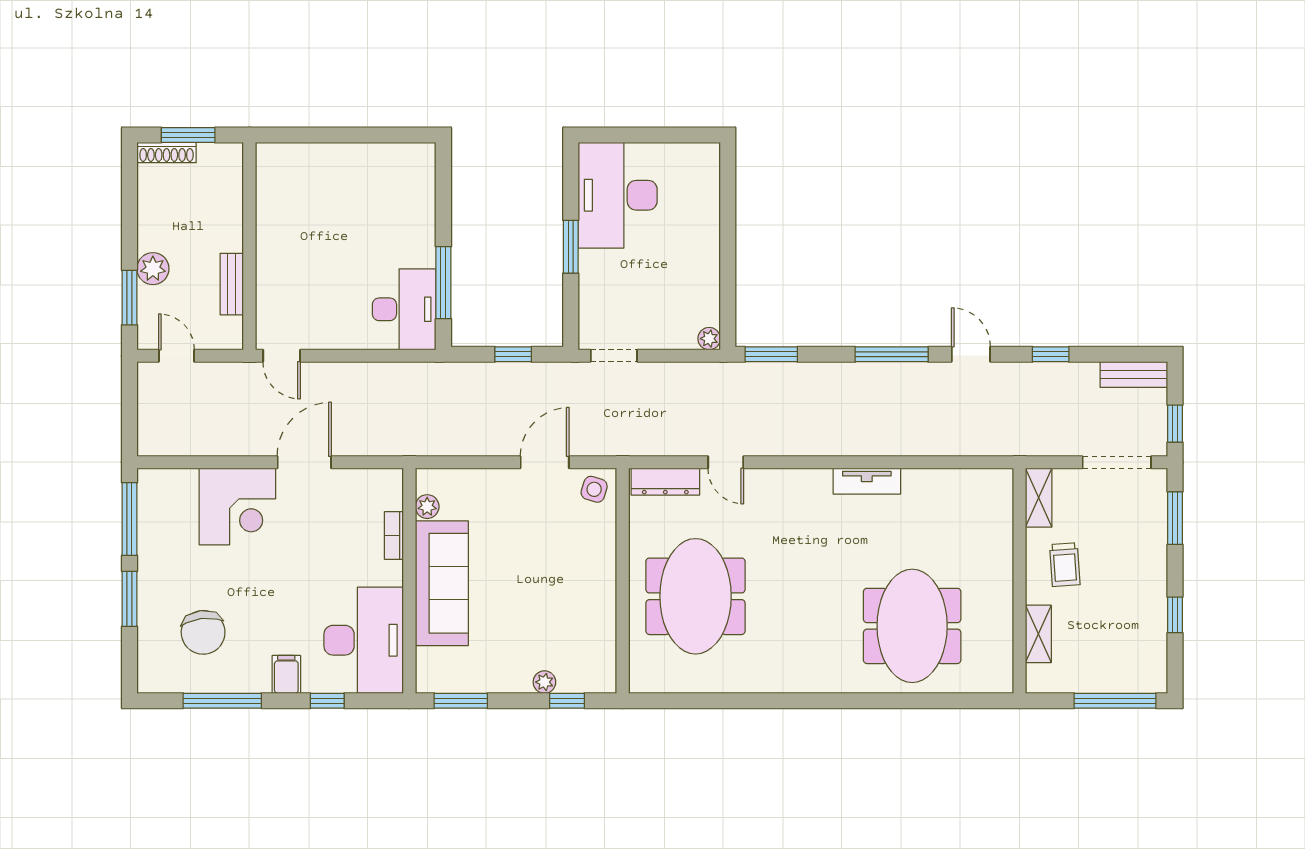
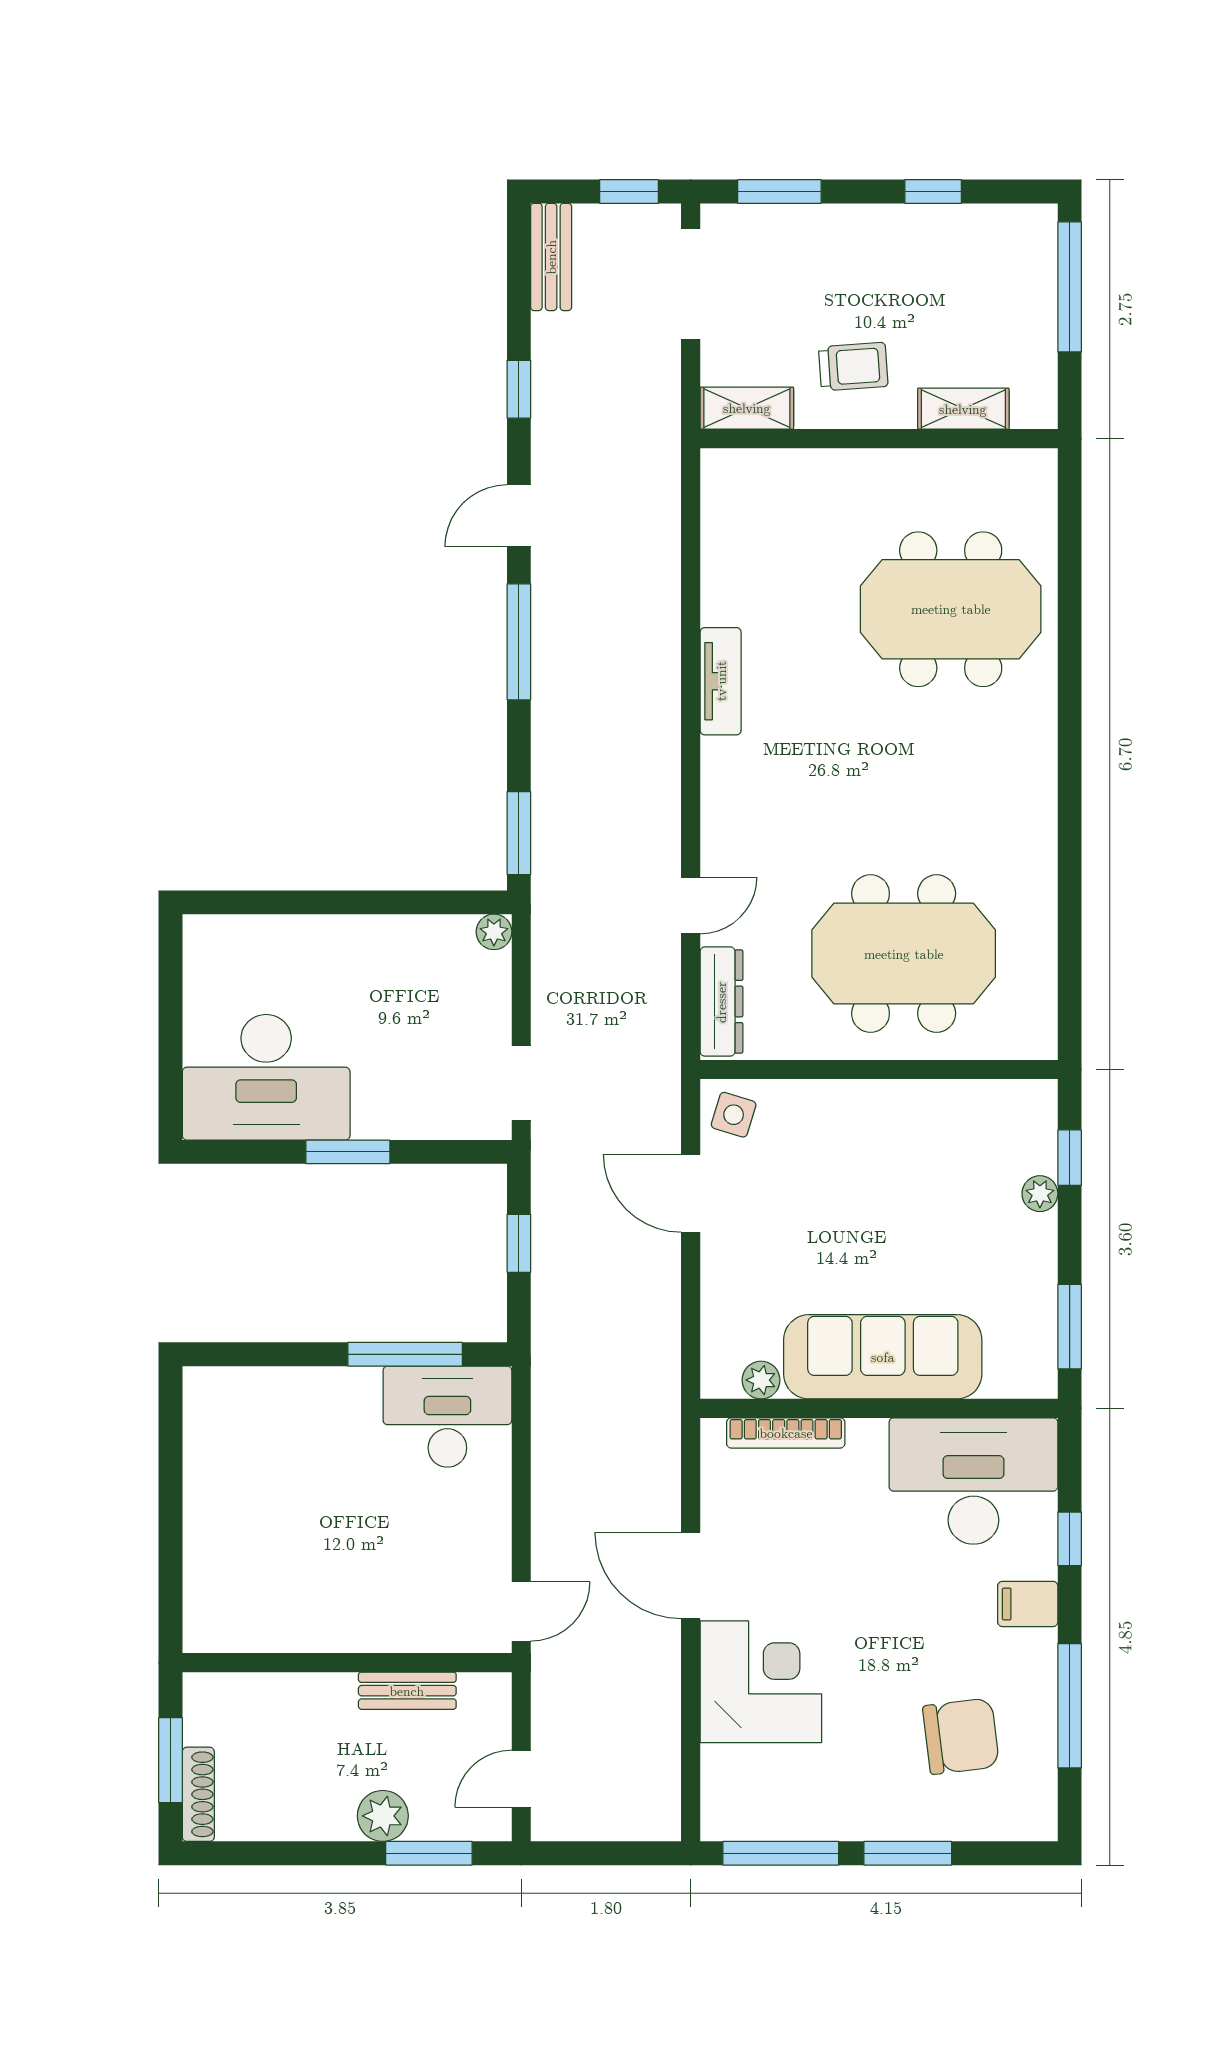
bookcase: (394, 536) -> (786, 1433), width x1.56

